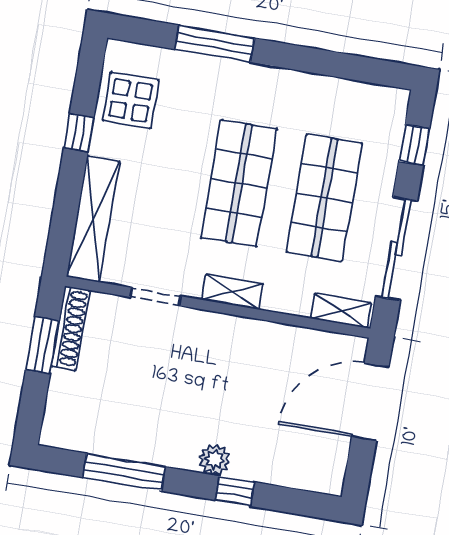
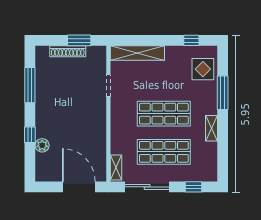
display table: (131, 100) -> (203, 69), moved
window: (79, 133) -> (191, 40), moved
shelving: (232, 292) -> (212, 128), moved
shoe rack: (70, 328) -> (68, 51), moved
plant: (215, 460) -> (42, 145), moved

